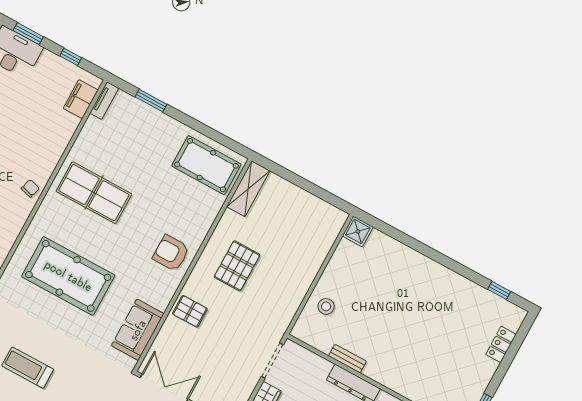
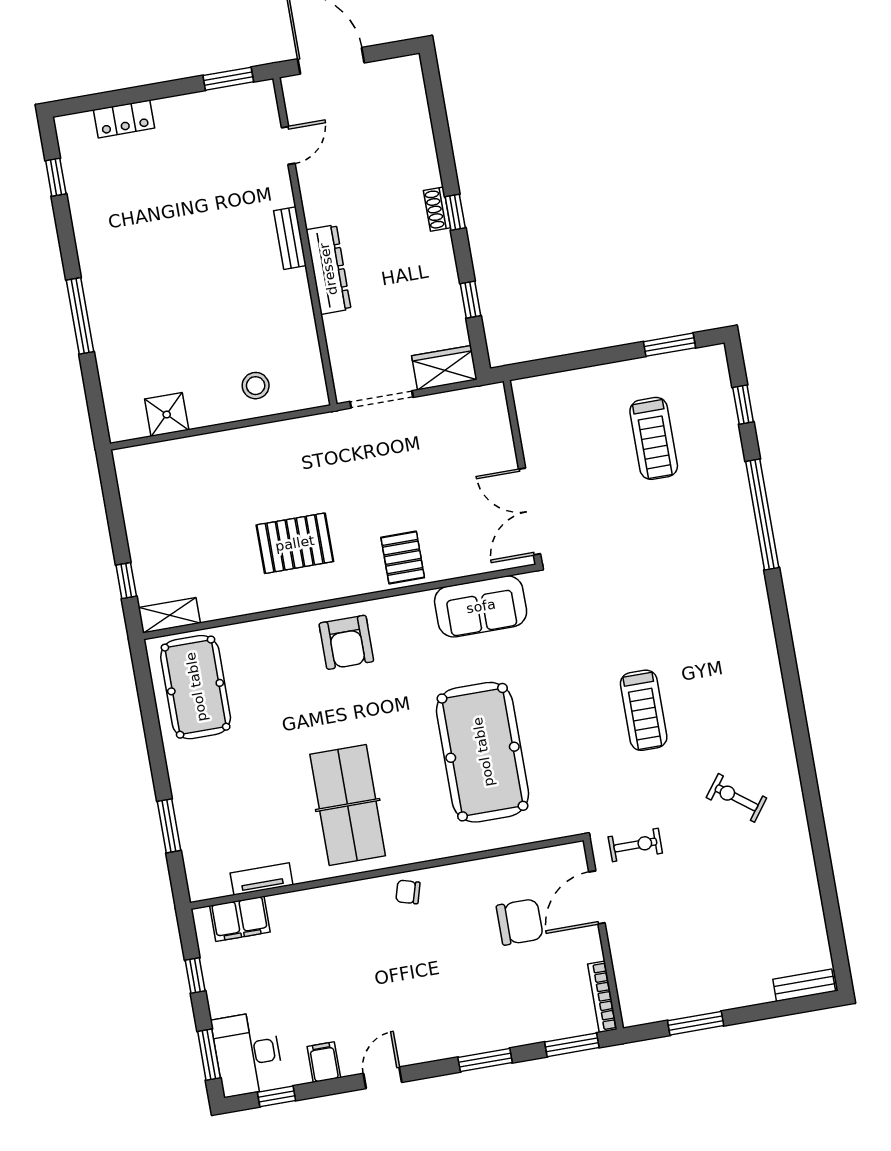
tv unit: (104, 101) -> (262, 879), moved
window: (283, 172) -> (126, 581), added
shelving: (248, 189) -> (169, 615), width x0.67, depth x0.75
shower: (358, 231) -> (167, 415), moved
window: (425, 250) -> (80, 316), added
bench: (347, 359) -> (290, 238), moved

